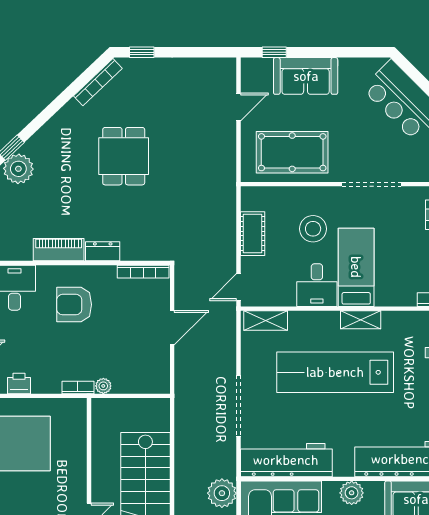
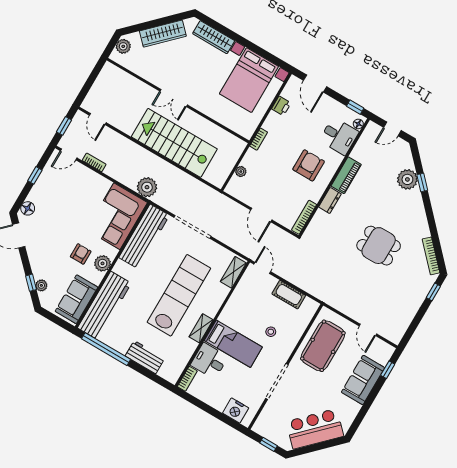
stool: (313, 229) -> (271, 332), width x0.53, depth x0.53
desk: (317, 285) -> (209, 361), moved
plant: (103, 386) -> (241, 172), moved

